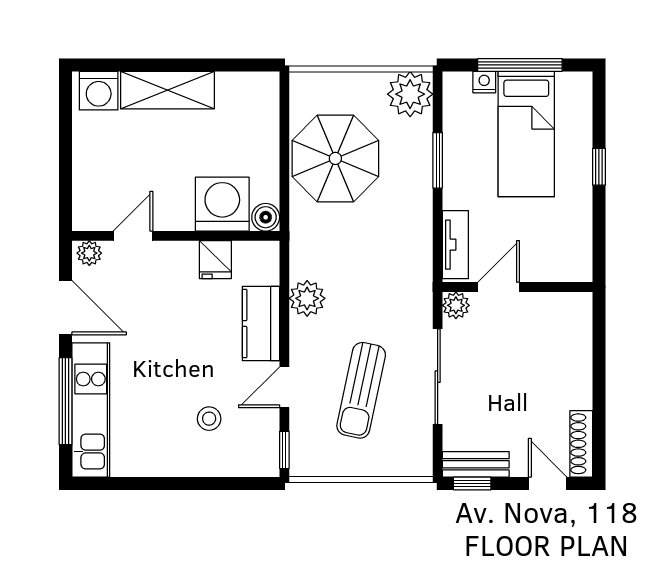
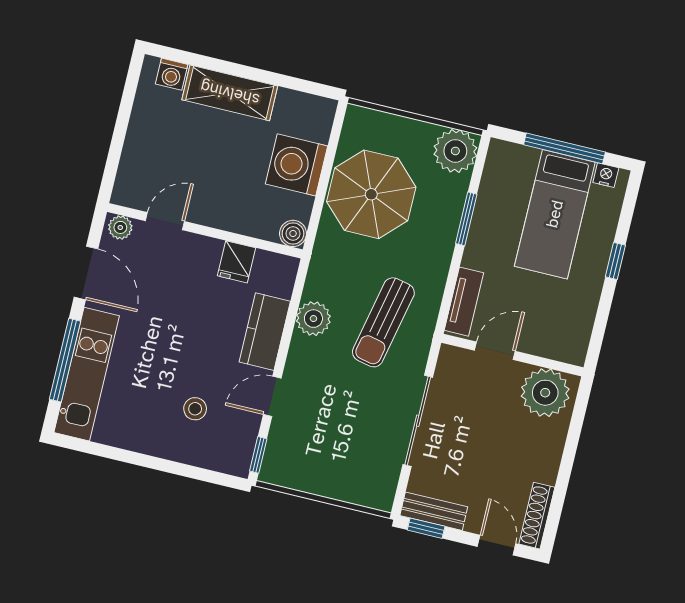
nightstand: (484, 82) -> (606, 175), moved
washing machine: (99, 91) -> (172, 74), width x0.73, depth x0.73
washing machine: (222, 204) -> (297, 165), moved, turned -90
plant: (456, 305) -> (545, 393), moved, width x1.88, depth x1.88
sun lounger: (361, 390) -> (383, 322), moved

